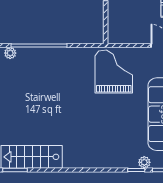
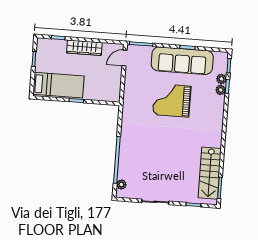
grand piano: (114, 71) -> (172, 100), moved
plant: (131, 162) -> (221, 90), added

